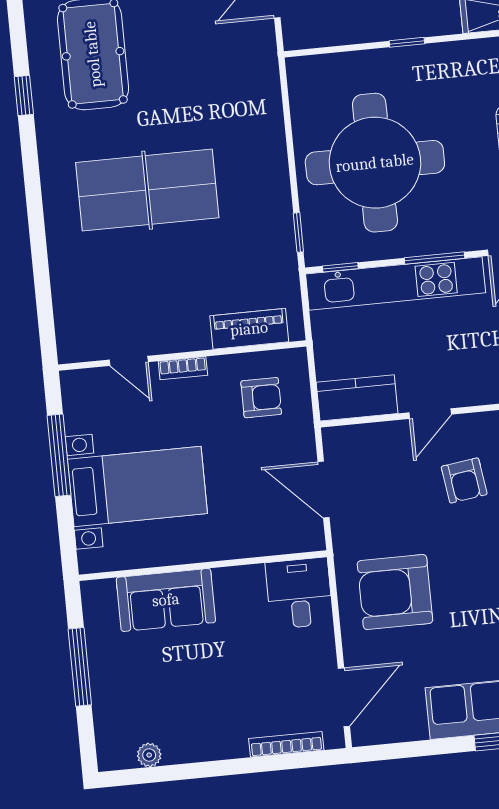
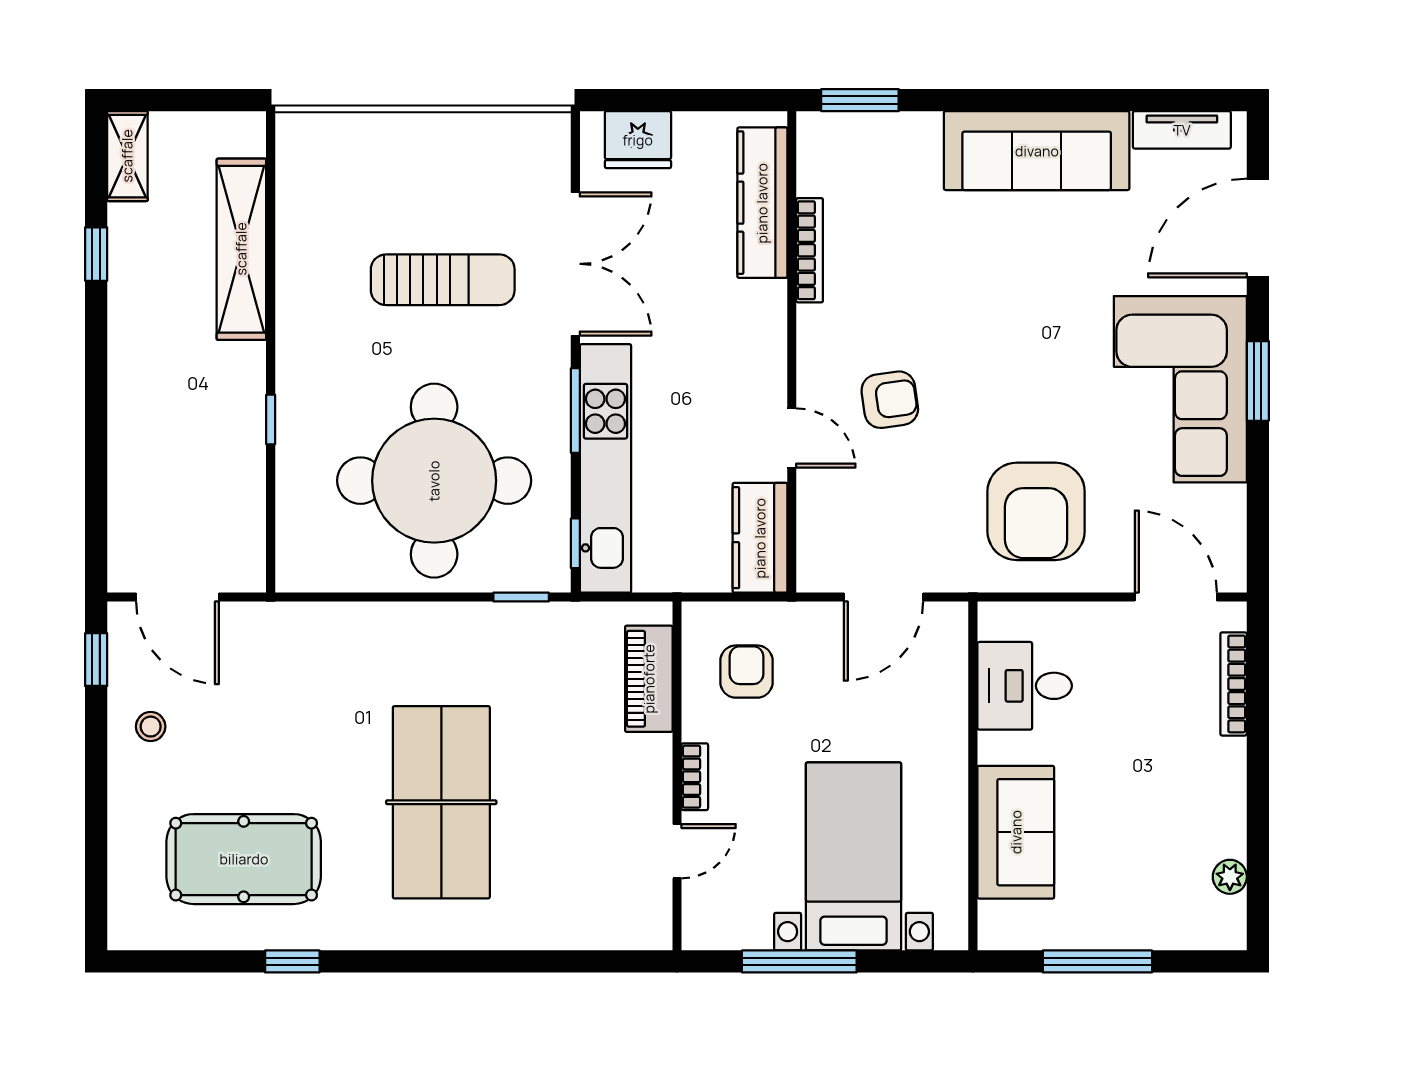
desk: (299, 593) -> (1025, 686), moved

